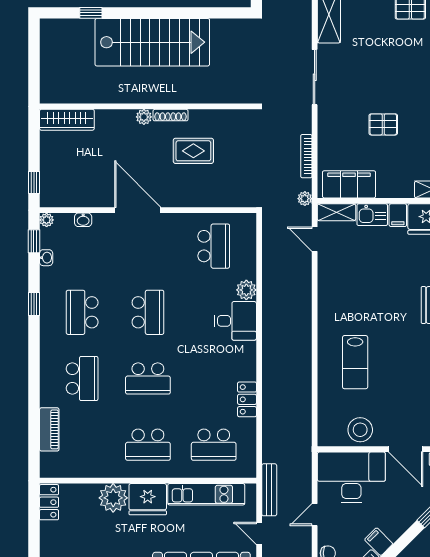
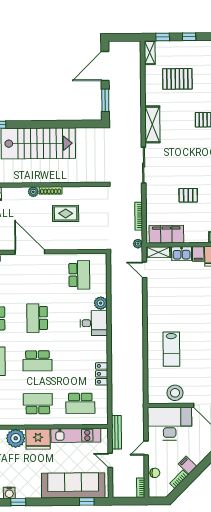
school desk: (148, 312) -> (37, 318), turned 180
school desk: (148, 445) -> (38, 404), turned 180

